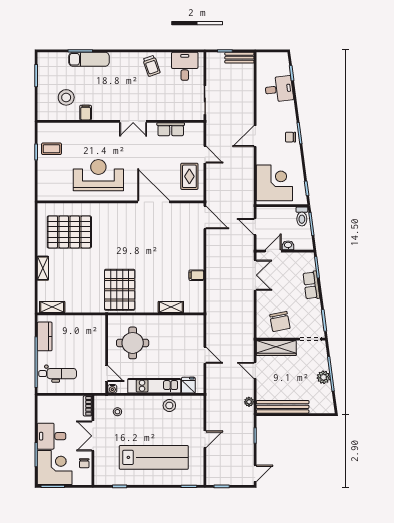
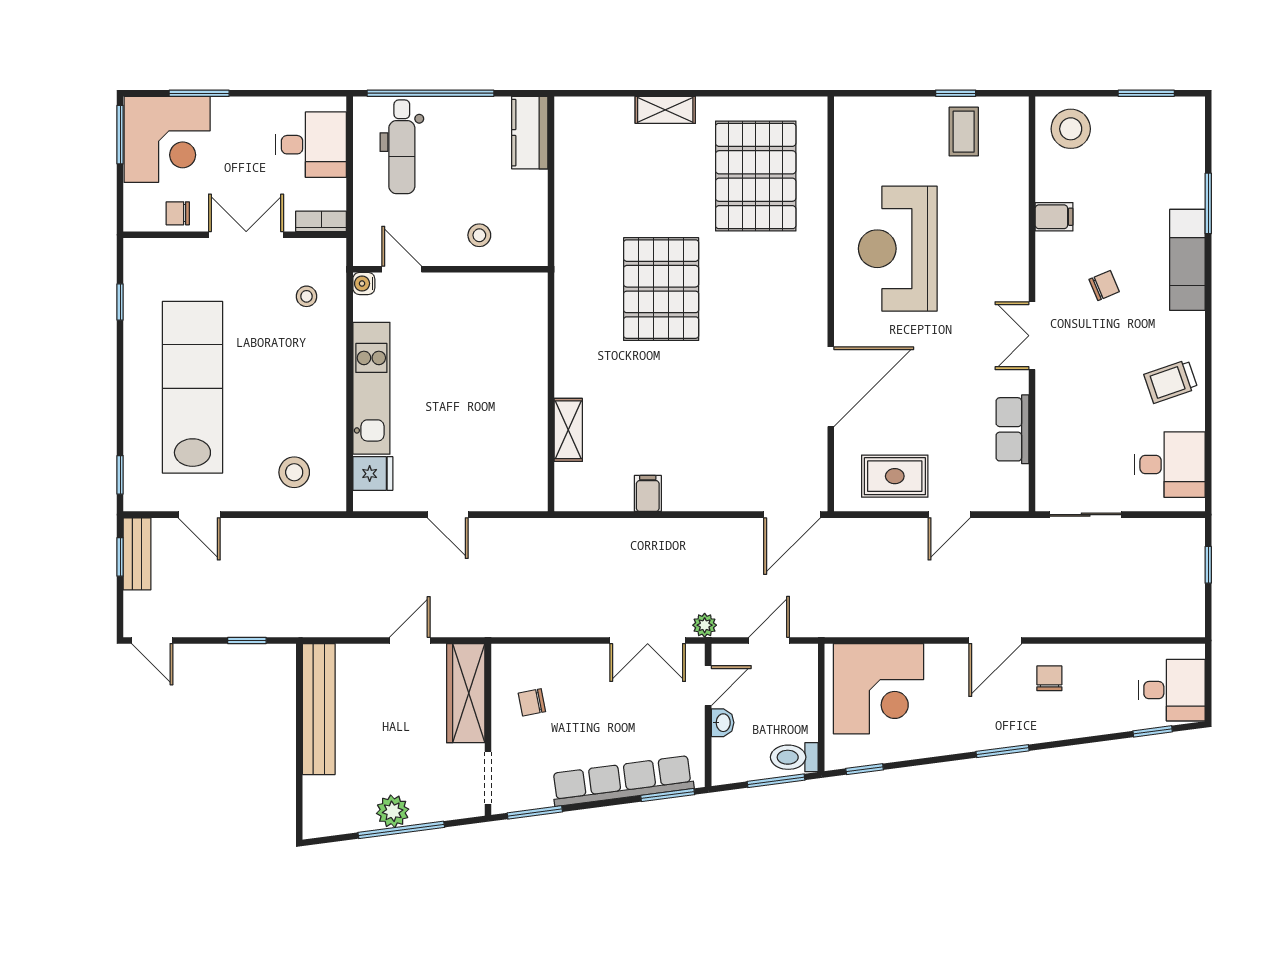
bench: (239, 58) -> (137, 554), moved
exam couch: (89, 59) -> (1187, 260), moved
desk: (279, 89) -> (1172, 690), moved, turned -83
chair: (113, 93) -> (1104, 286), added
stool: (66, 97) -> (1071, 129), moved
door: (255, 136) -> (995, 640), swing flipped
chair: (290, 137) -> (1049, 678), moved
reception desk: (98, 175) -> (898, 249), turned 180
door: (273, 251) -> (708, 686), hinge flipped
row of seats: (311, 285) -> (622, 781), width x2.02
pallet: (120, 290) -> (661, 289), moved, turned 90
shelving: (52, 307) -> (568, 133), removed
chair: (280, 322) -> (532, 702), width x0.54, depth x0.54
kitchen counter: (45, 336) -> (530, 133), moved, turned 90
stool: (93, 343) -> (479, 235), added
round table: (133, 343) -> (478, 334), removed
door: (205, 355) -> (448, 515), hinge flipped
door: (107, 374) -> (402, 269), swing flipped
plant: (249, 402) -> (705, 625), moved
stool: (169, 405) -> (294, 472), moved
desk: (52, 436) -> (311, 145), moved, turned 90
door: (205, 439) -> (199, 515), moved
lab bench: (154, 457) -> (192, 387), turned 180

